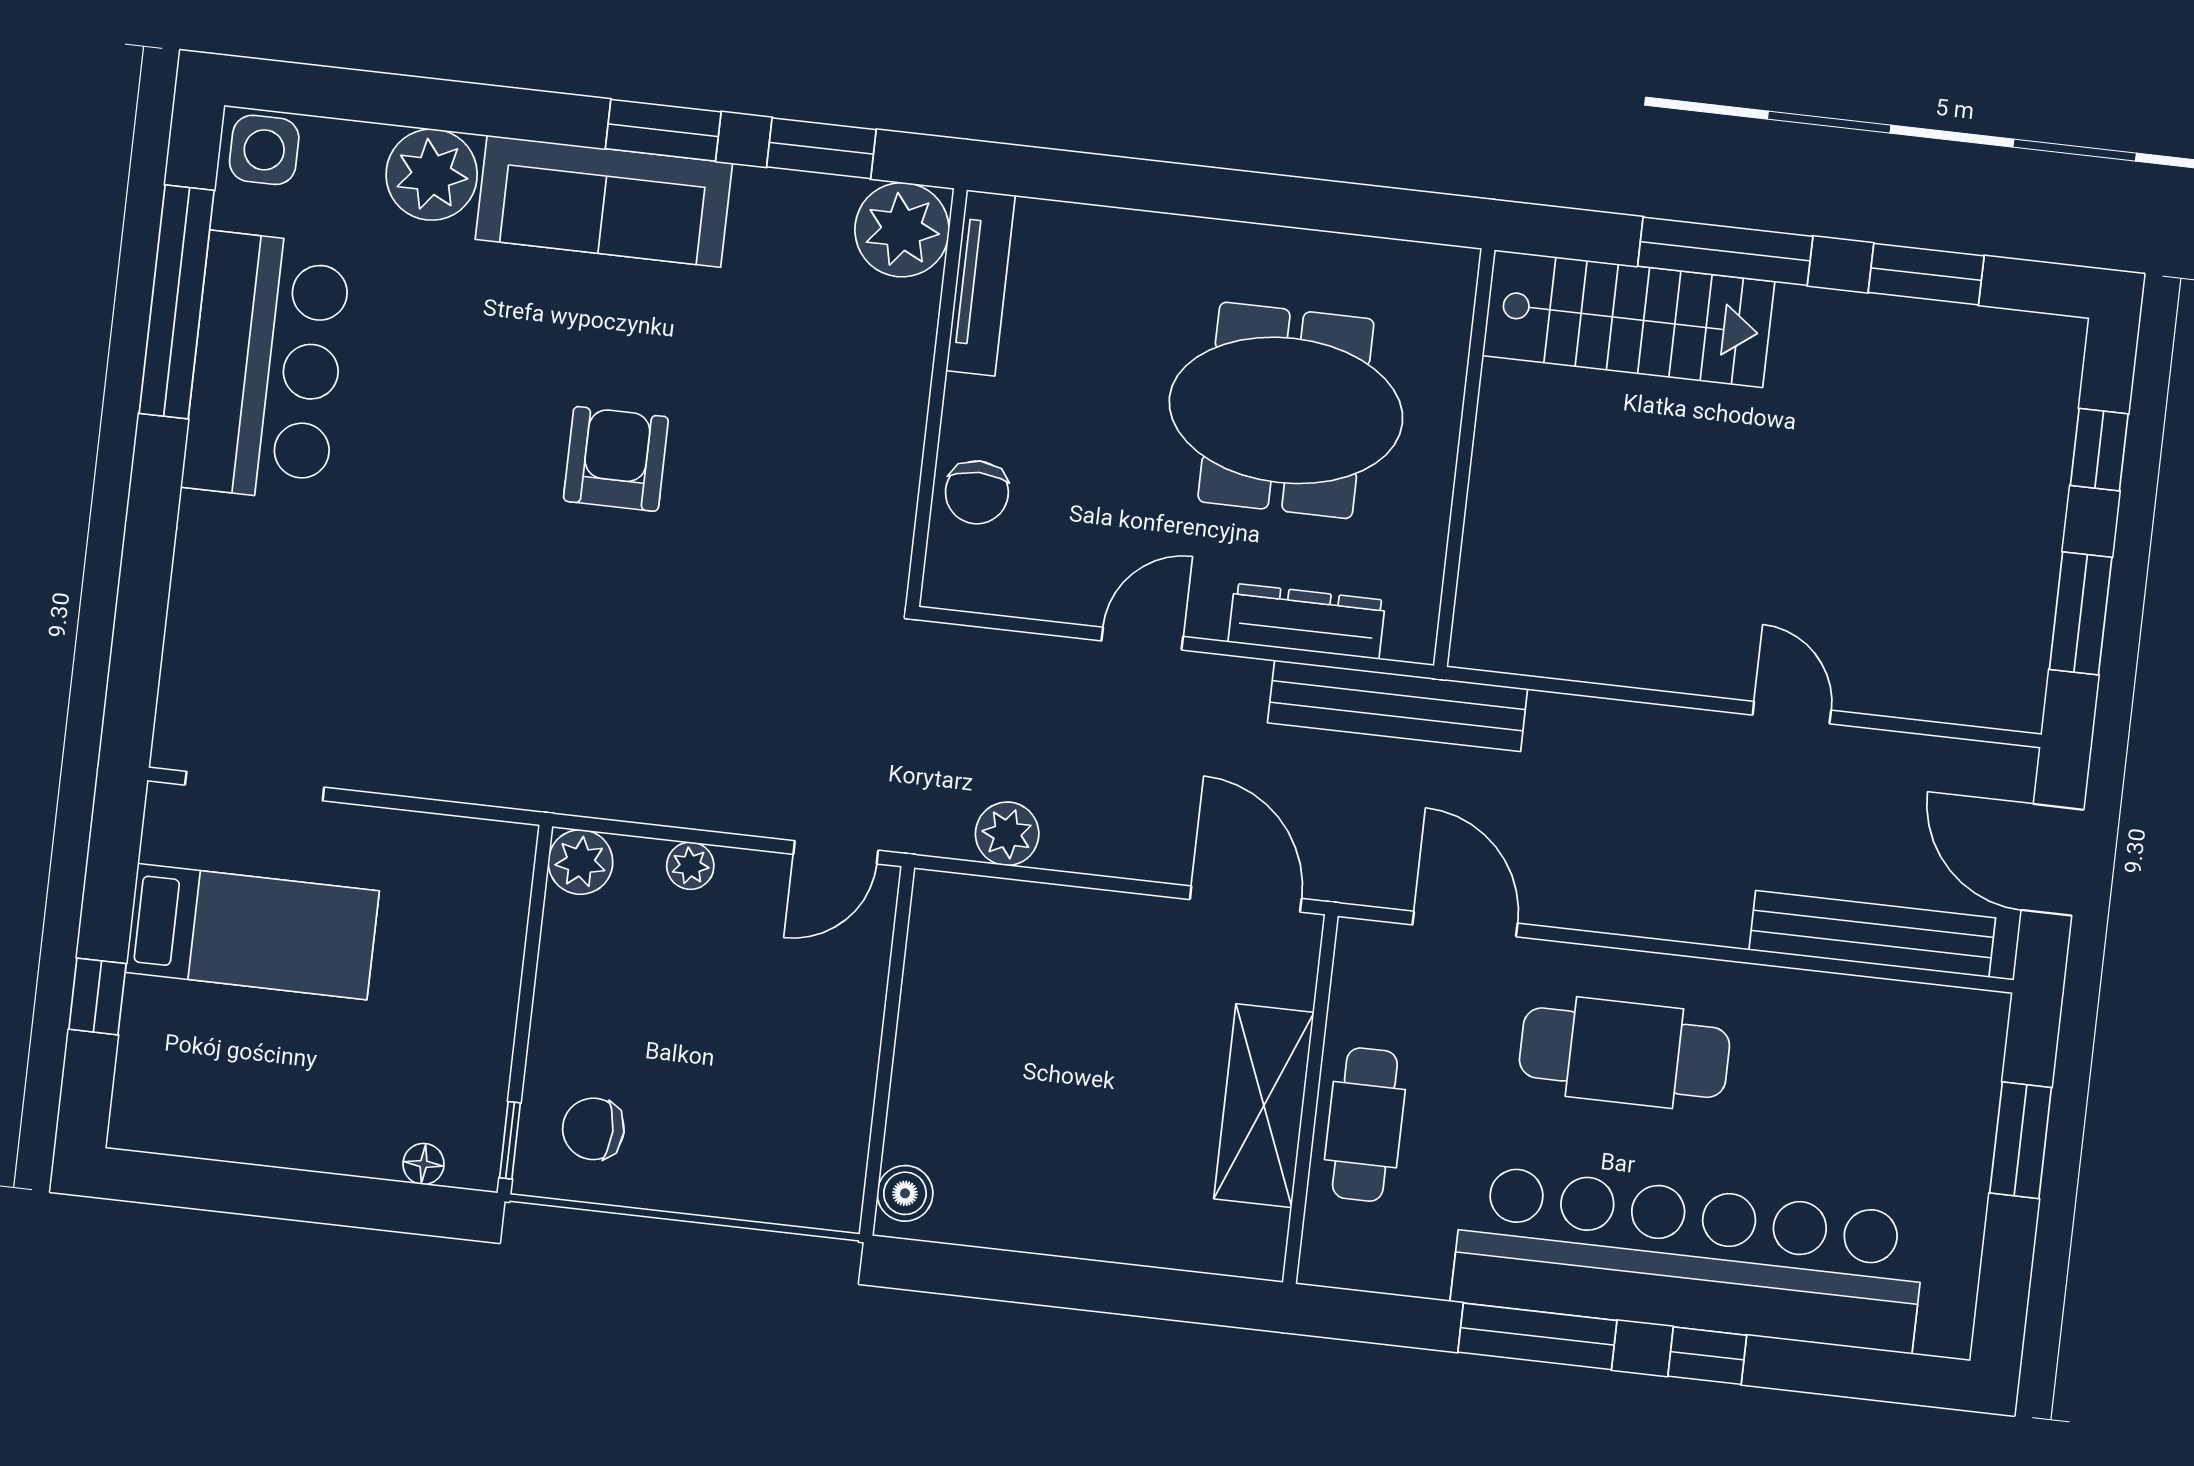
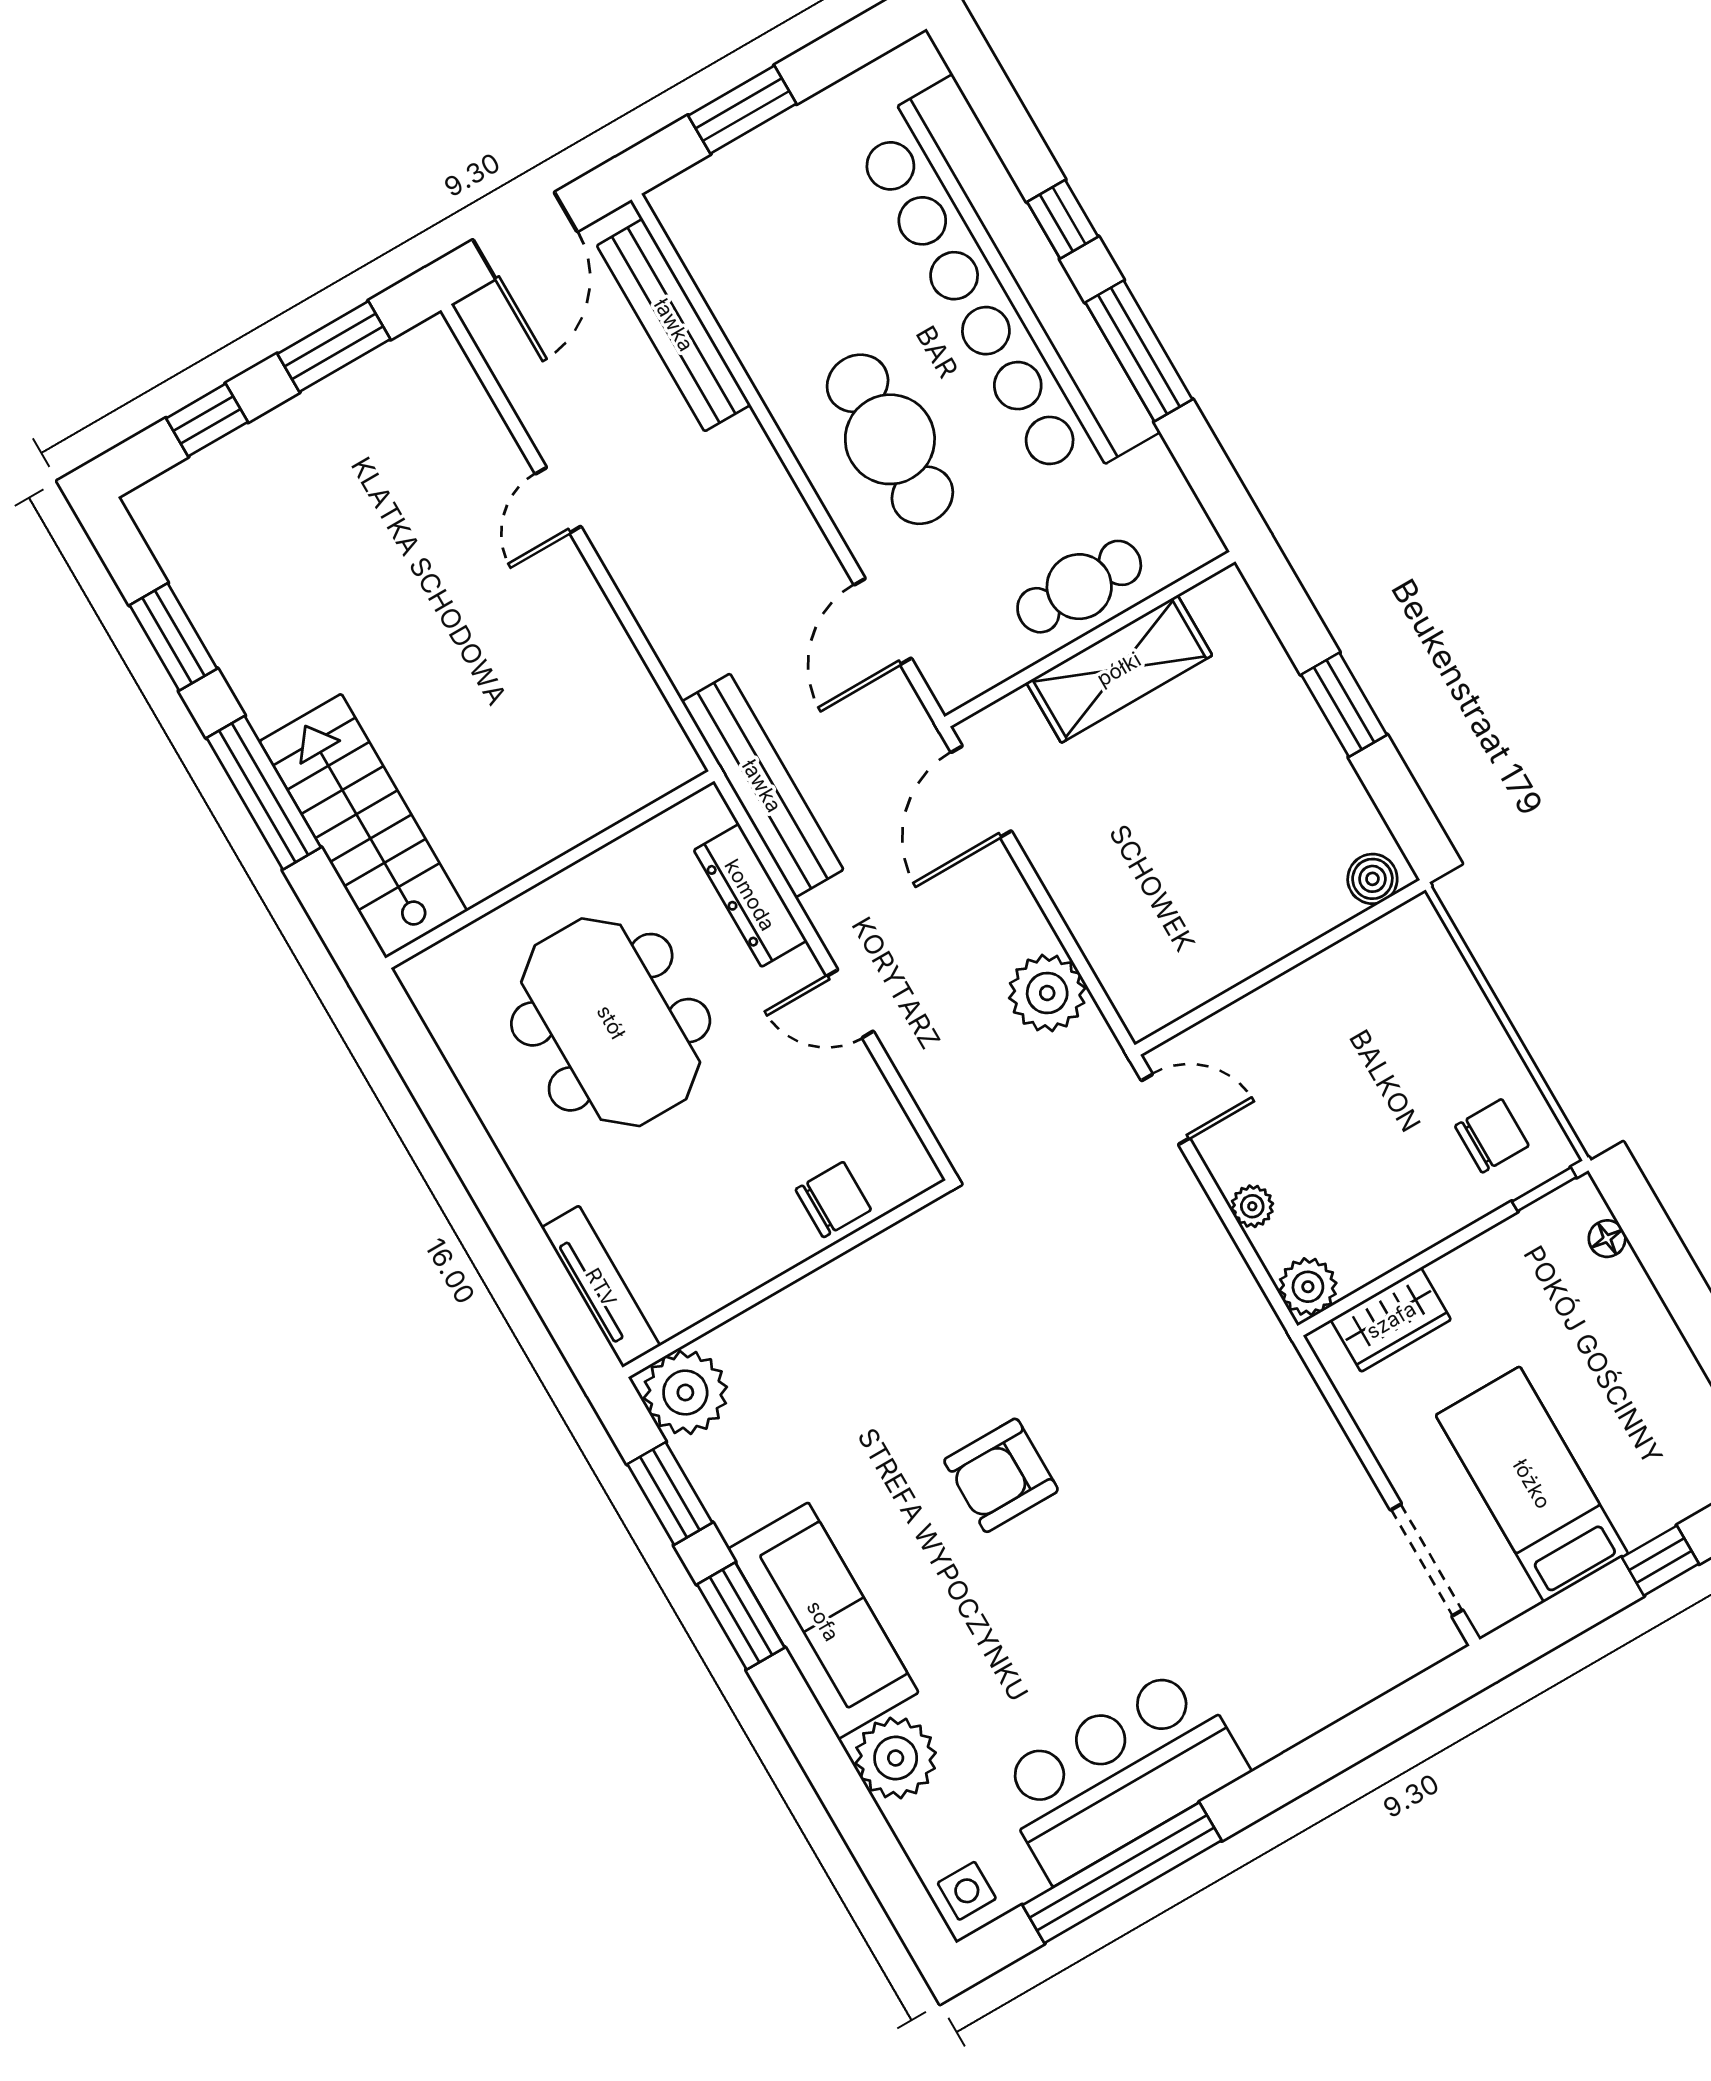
side table: (264, 150) -> (967, 1891), width x0.73, depth x0.73
tv unit: (981, 283) -> (601, 1287), moved, turned 90
plant: (1007, 834) -> (1047, 993), width x1.36, depth x1.36
wardrobe: (495, 915) -> (1391, 1320), added
chair: (593, 1129) -> (1492, 1136), turned -90
window: (1081, 1284) -> (1344, 705), added

